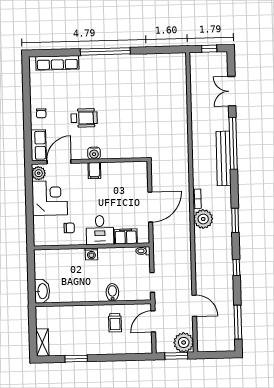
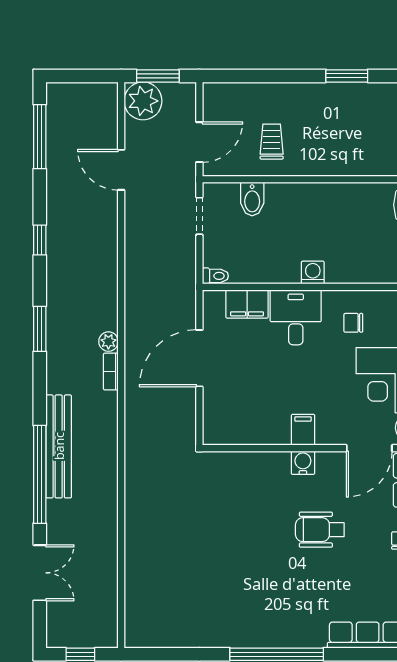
plant: (203, 219) -> (108, 342), width x0.53, depth x0.53
bidet: (112, 292) -> (252, 199), moved

